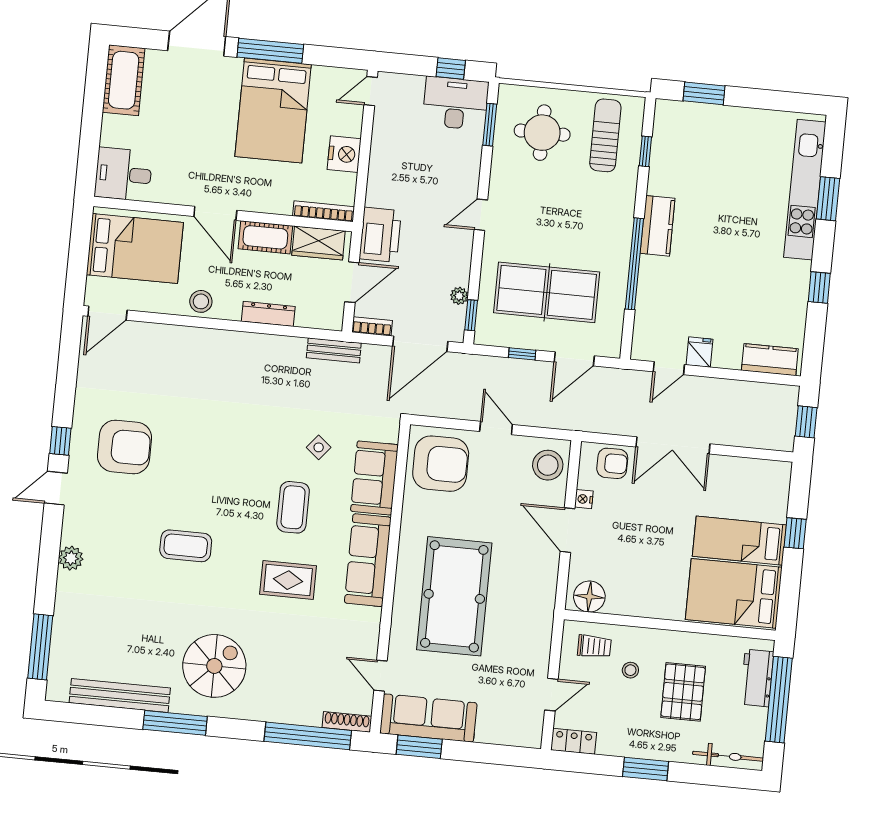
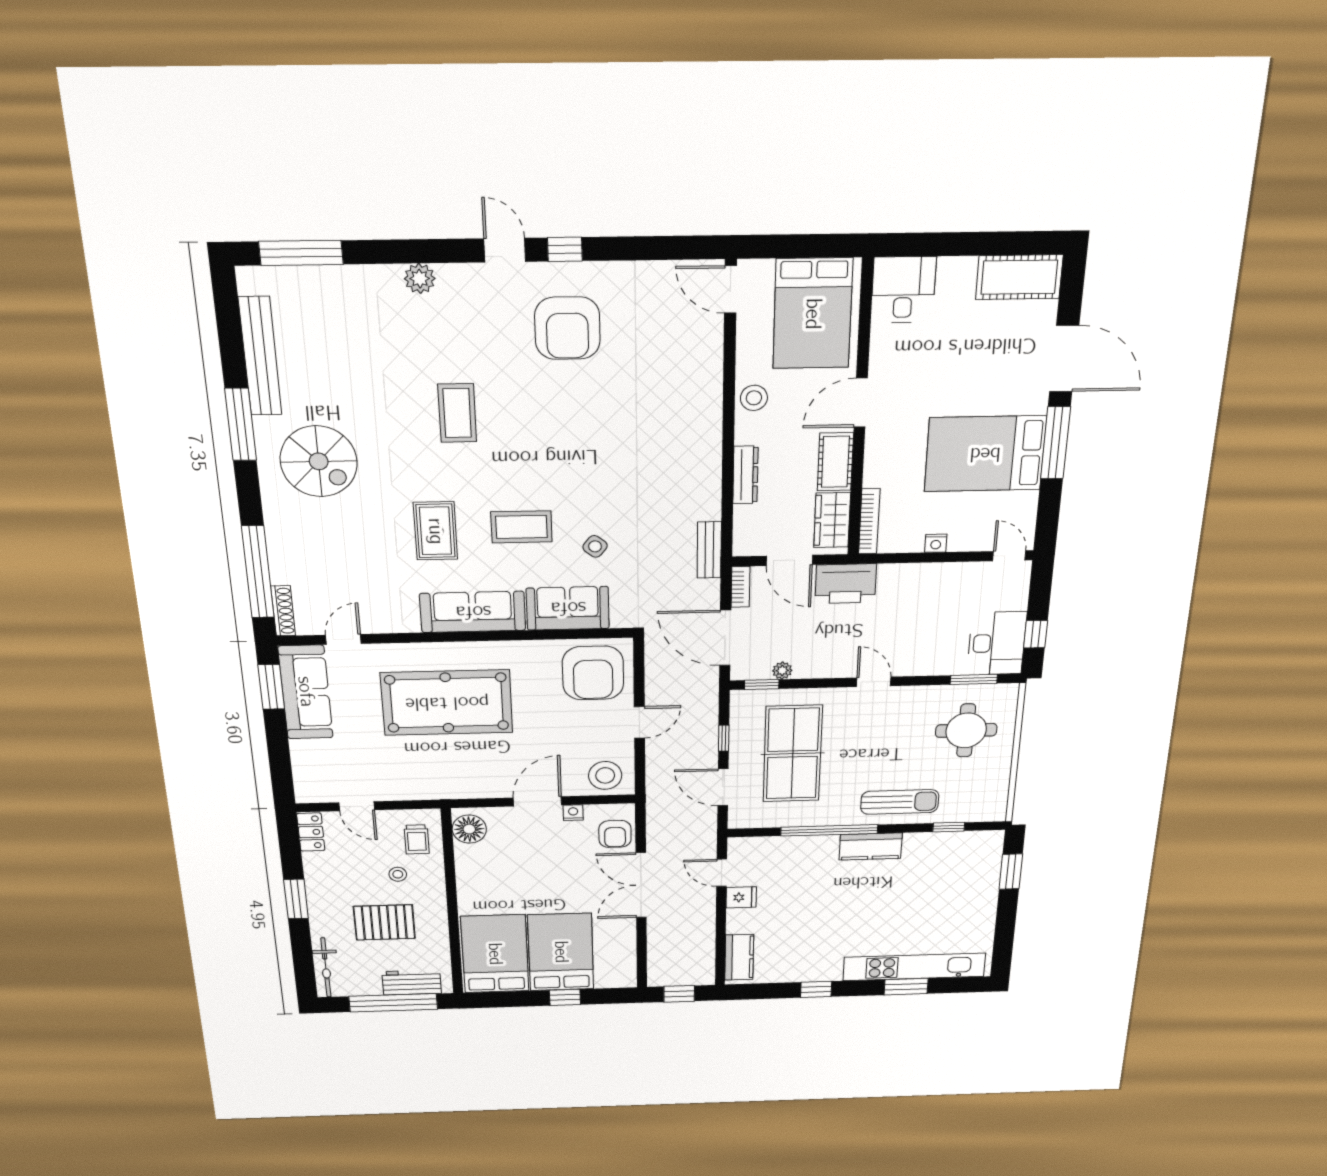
sun lounger: (605, 135) -> (900, 802), moved
nightstand: (344, 154) -> (936, 543), width x0.53, depth x0.56
bed: (739, 541) -> (561, 952), width x1.50

